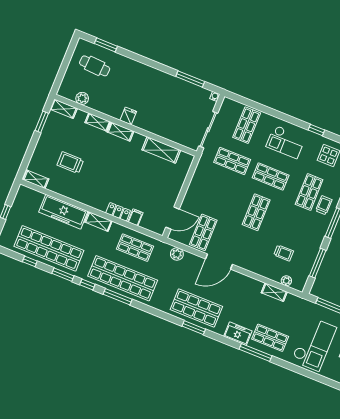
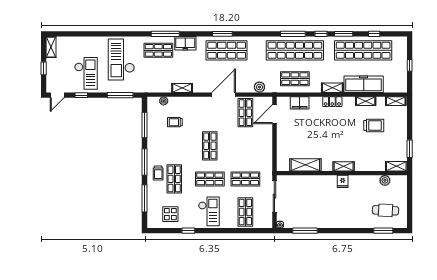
shelving: (98, 122) -> (366, 101), moved
checkout: (286, 142) -> (209, 211), turned 90
locker: (118, 212) -> (332, 102), moved
filing cabinet: (135, 217) -> (300, 103), width x2.00
shelving: (274, 292) -> (182, 88), moved

